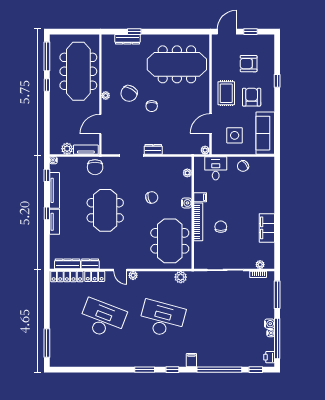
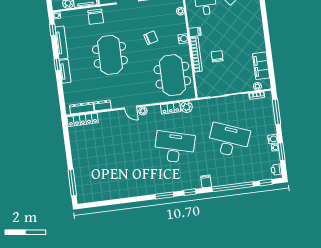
filing cabinet: (267, 228) -> (261, 66), moved
locker: (95, 276) -> (171, 108), moved
desk: (102, 319) -> (229, 140), moved
window: (277, 338) -> (282, 152), width x0.47

